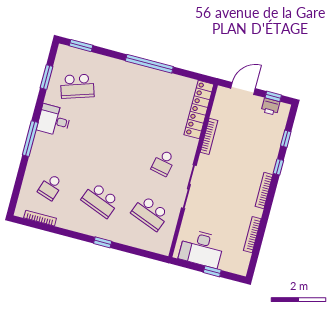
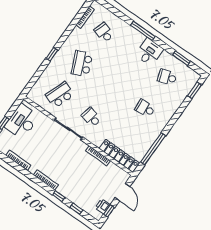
window: (149, 64) -> (153, 149), moved
school desk: (77, 86) -> (167, 77), width x0.54
school desk: (127, 99) -> (145, 108), added
school desk: (100, 200) -> (82, 64), turned -45

